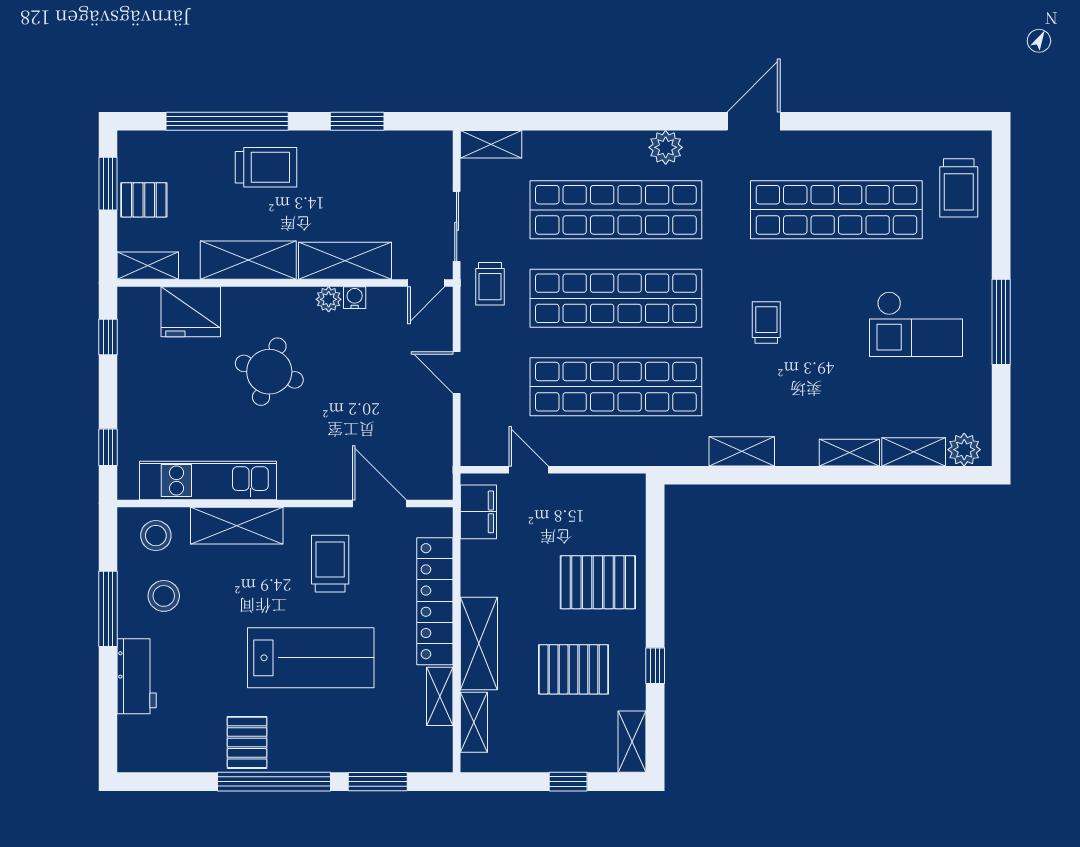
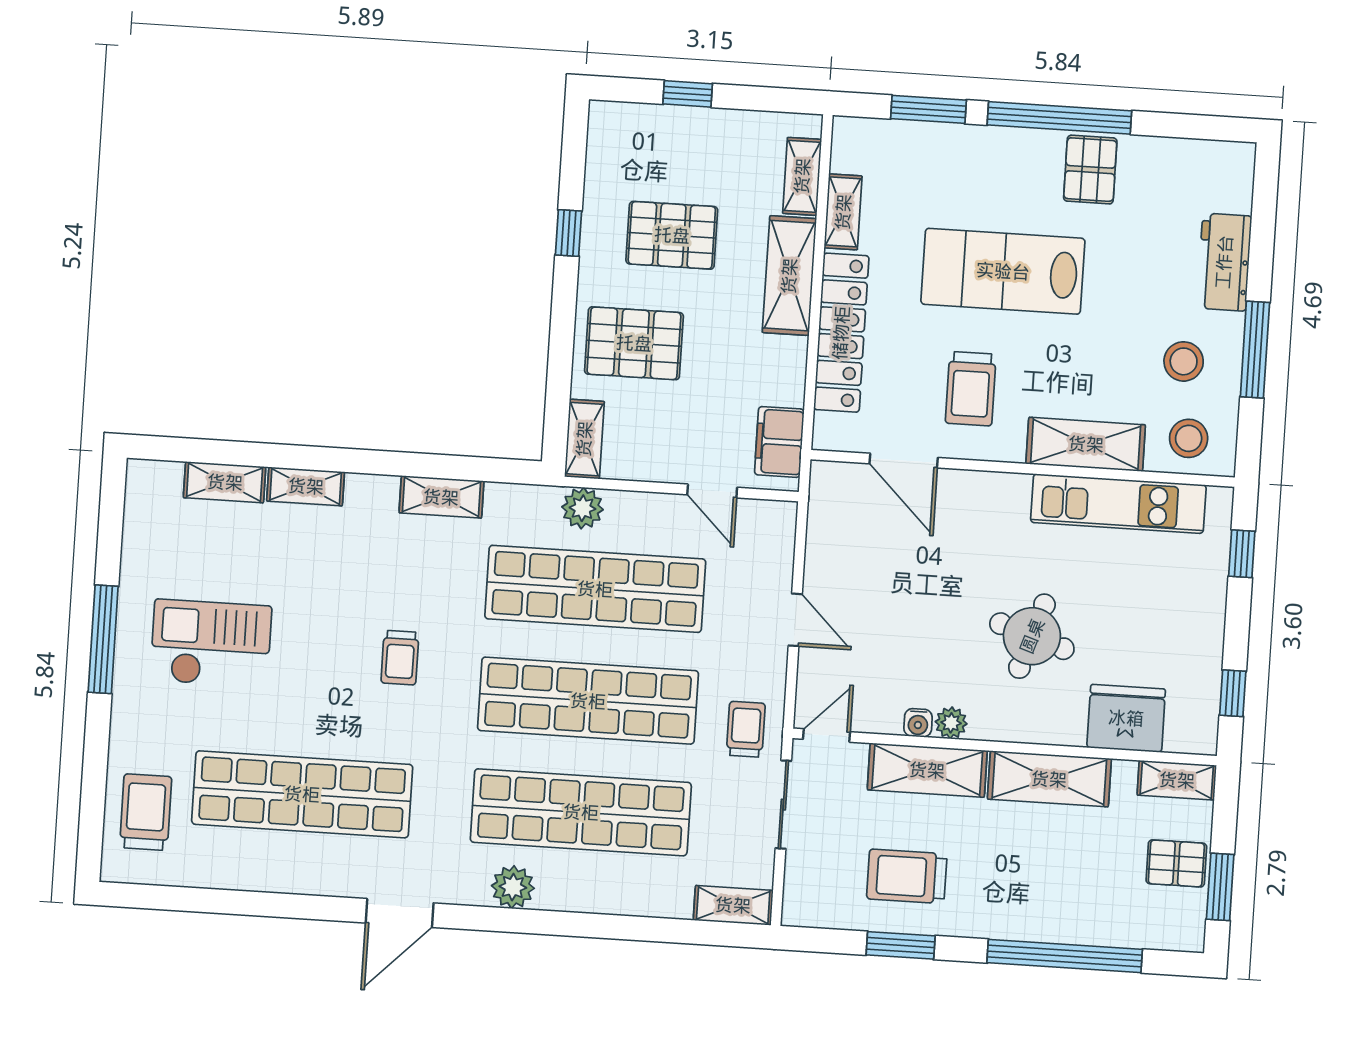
trolley: (266, 167) -> (907, 876), moved
plant: (964, 450) -> (583, 508), moved
shelving: (632, 742) -> (584, 439), moved

